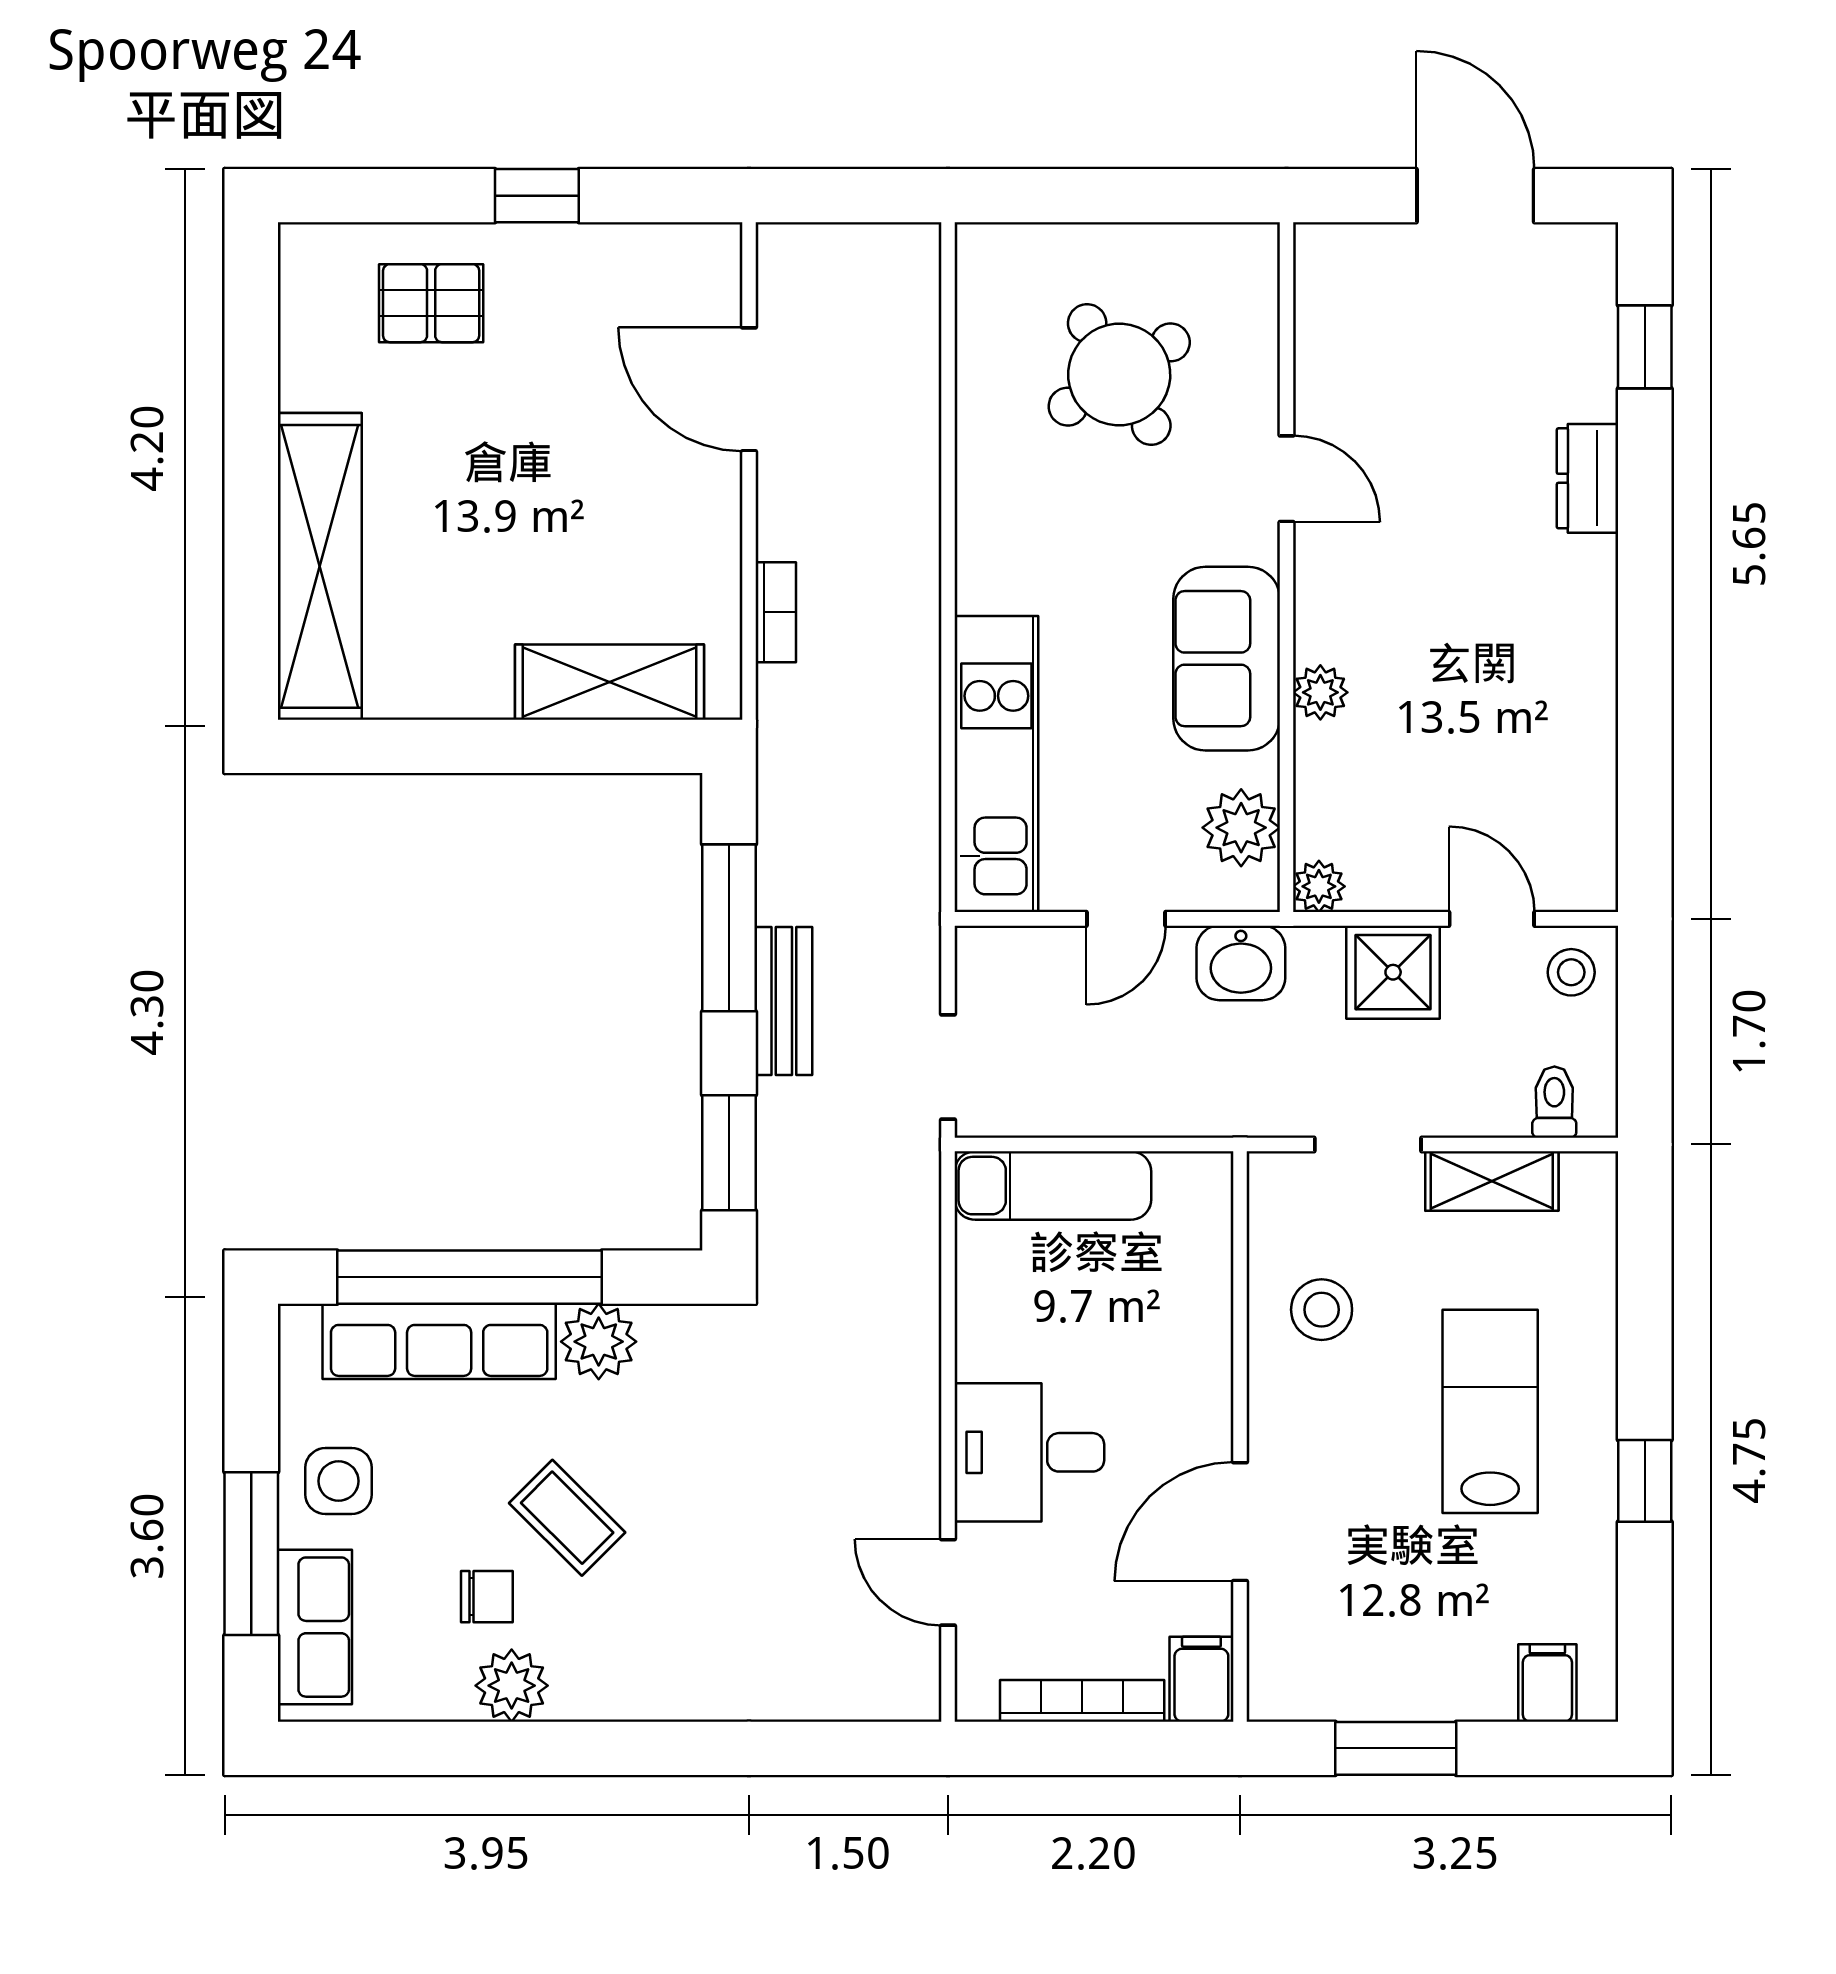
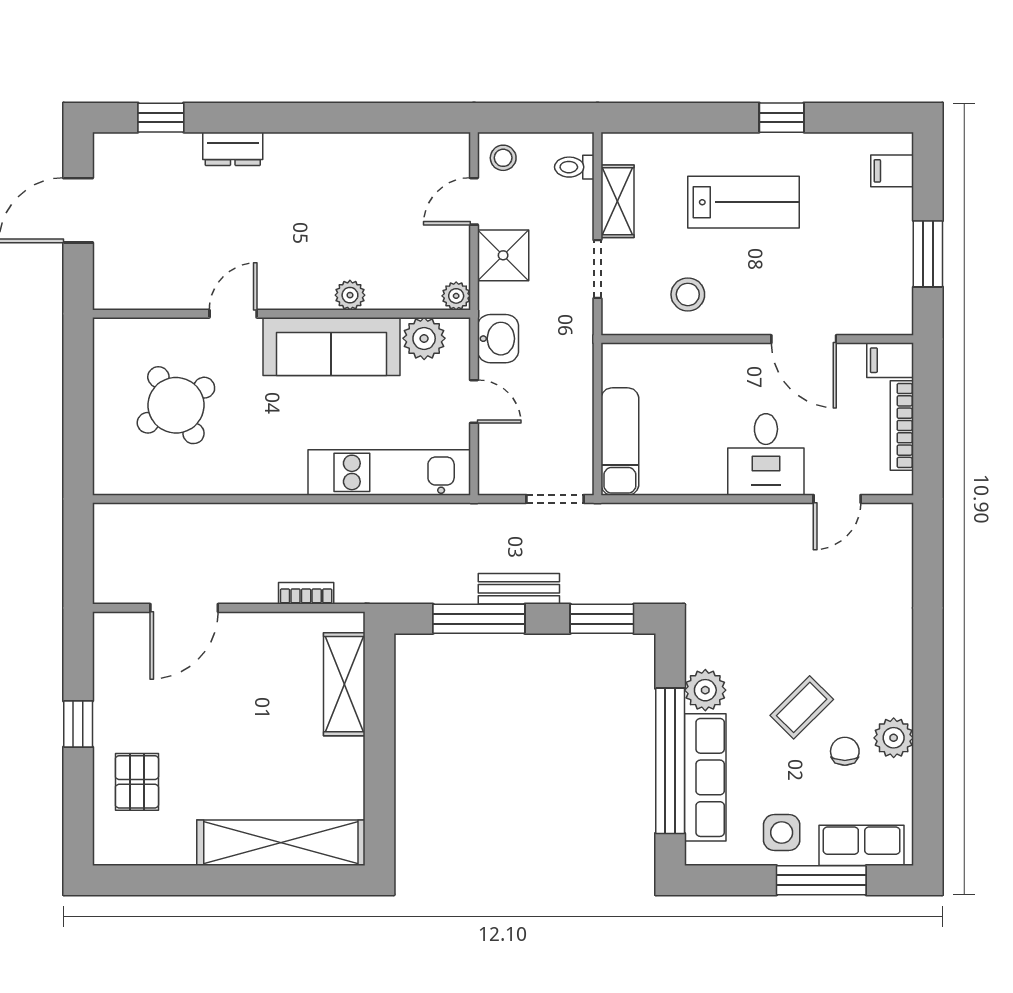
sofa: (1227, 659) -> (331, 346), width x1.36
lab bench: (1490, 1411) -> (744, 202), turned 180

